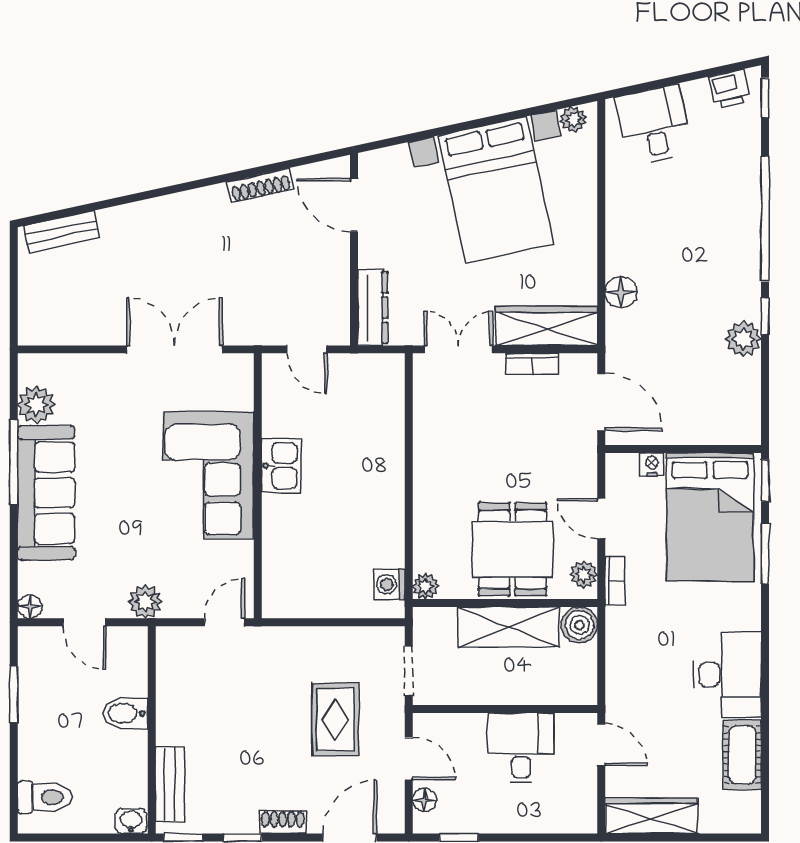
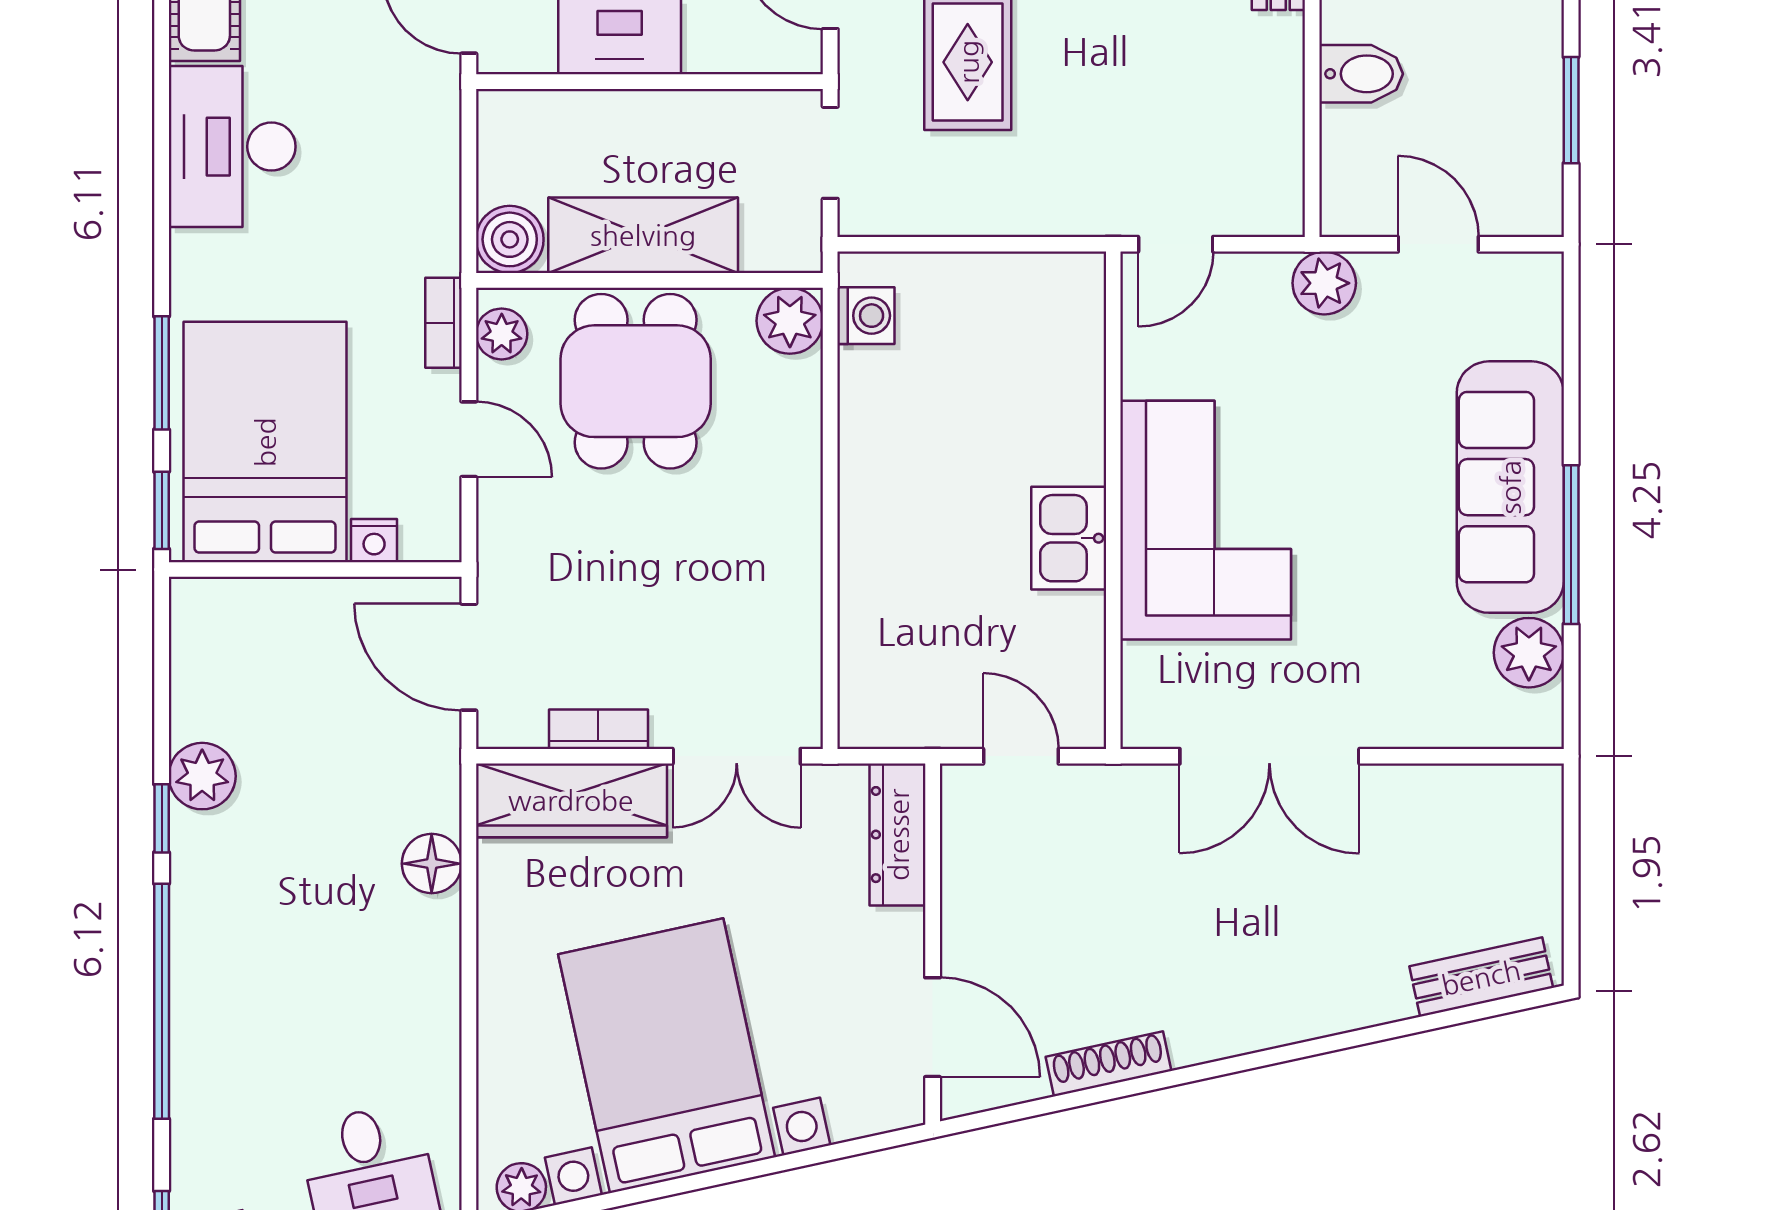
plant: (425, 586) -> (790, 321), width x1.38, depth x1.38
floor lamp: (30, 607) -> (1540, 274), removed

